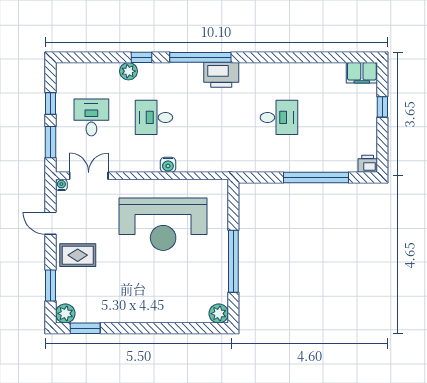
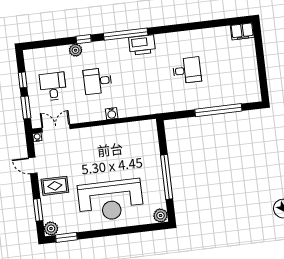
window: (382, 107) -> (260, 54), removed
printer: (368, 164) -> (254, 96), removed
reception desk: (163, 224) -> (111, 200), moved

